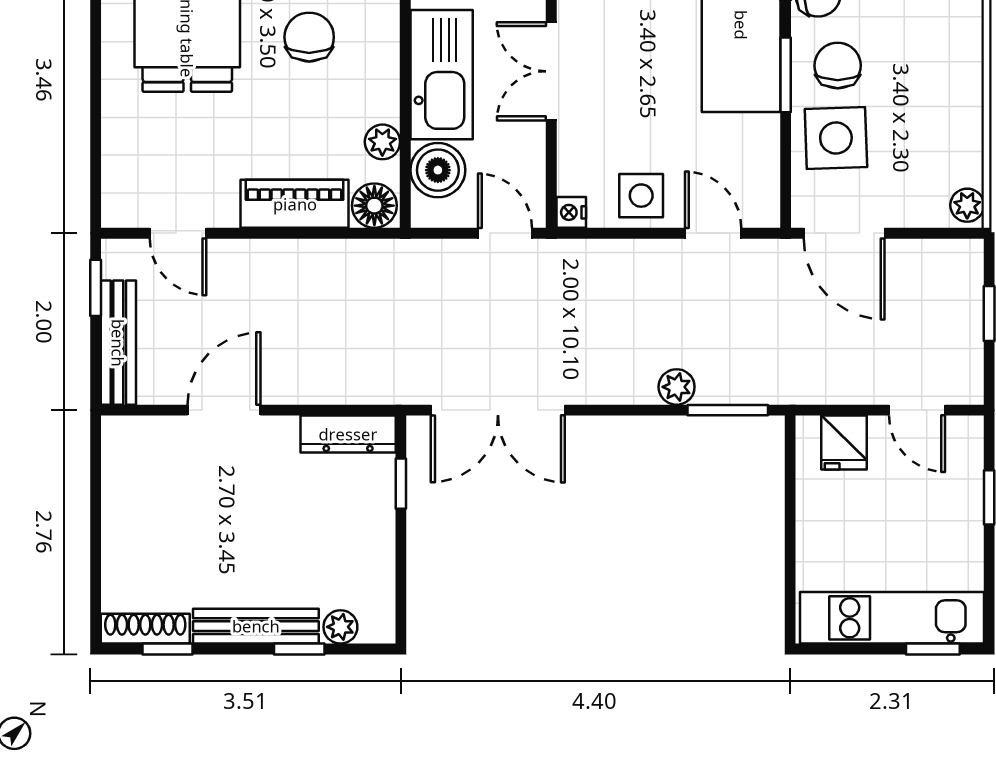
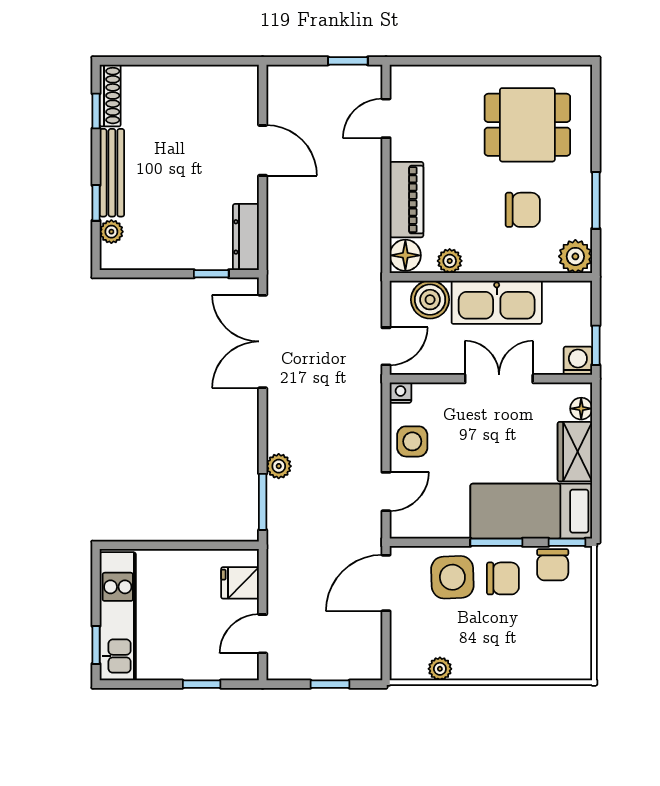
plant: (967, 205) -> (440, 669), moved
bench: (118, 343) -> (310, 77), removed

